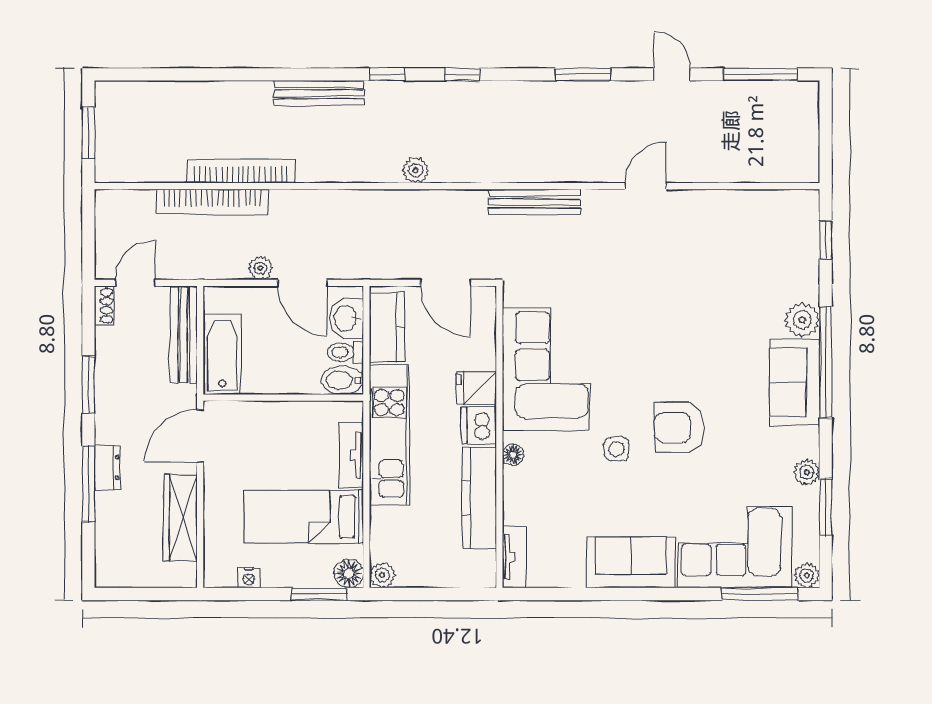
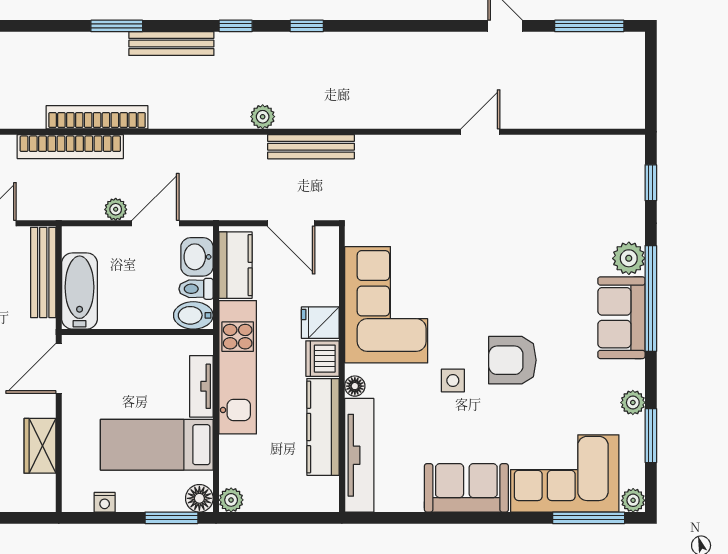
window: (583, 74) -> (117, 26), moved
bench: (534, 202) -> (311, 147), moved
door: (302, 283) -> (155, 223), swing flipped
wardrobe: (180, 518) -> (40, 446), width x0.67
tv unit: (514, 557) -> (359, 455), width x1.92, depth x1.29

